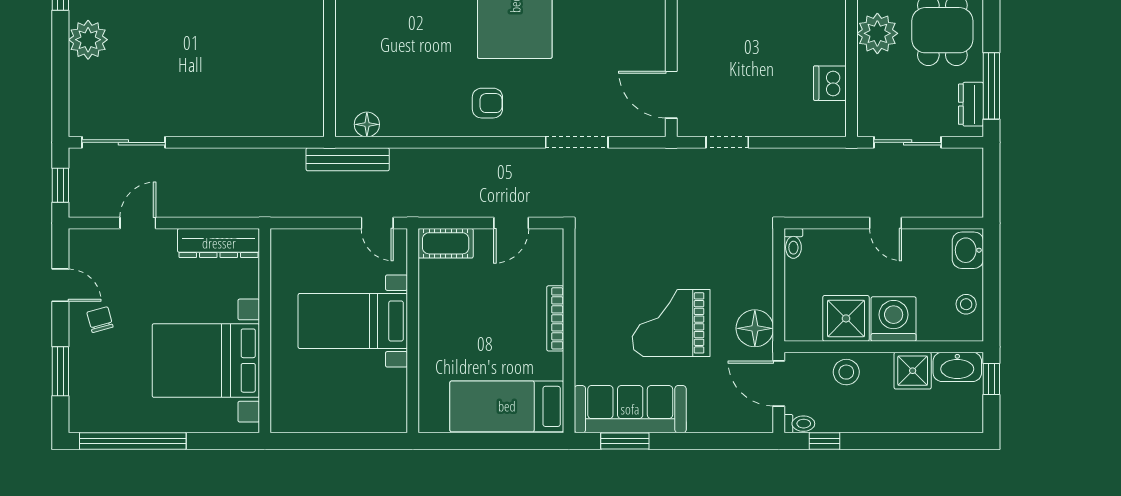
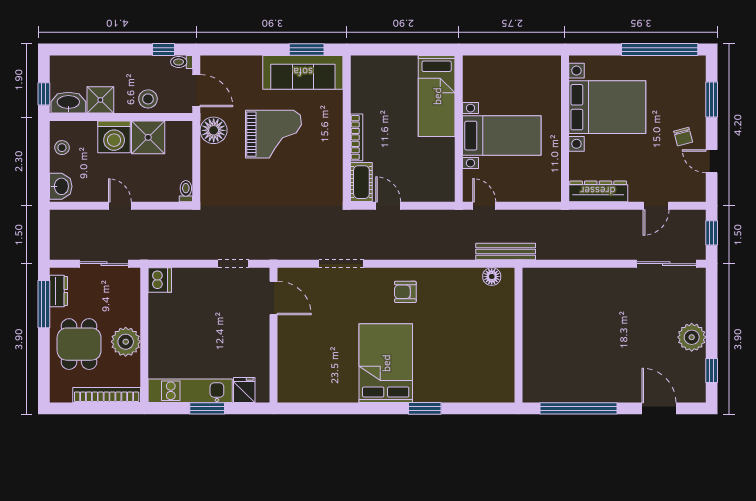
dishwasher: (830, 83) -> (160, 280), moved
door: (511, 223) -> (388, 206), hinge flipped
cot: (446, 243) -> (361, 182), moved, turned 90
bed: (507, 406) -> (437, 96), moved, turned 90

